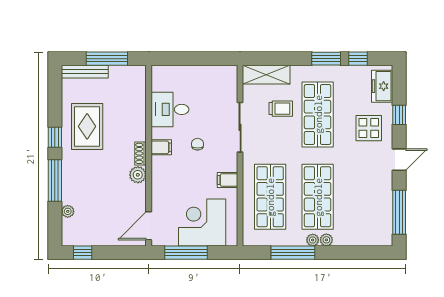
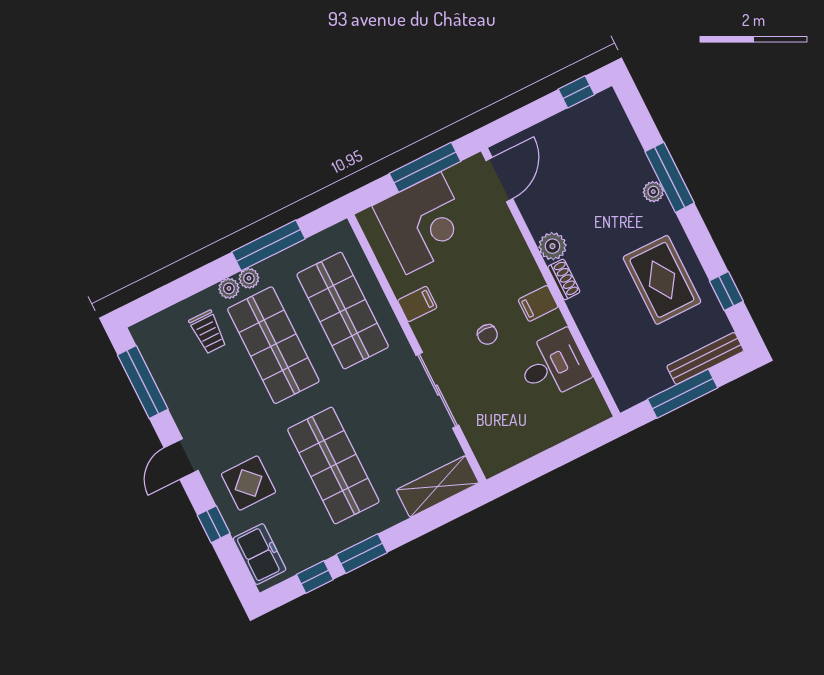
trolley: (281, 109) -> (208, 332), moved, turned -90
window: (55, 137) -> (726, 291), moved
plant: (68, 211) -> (653, 192), moved

